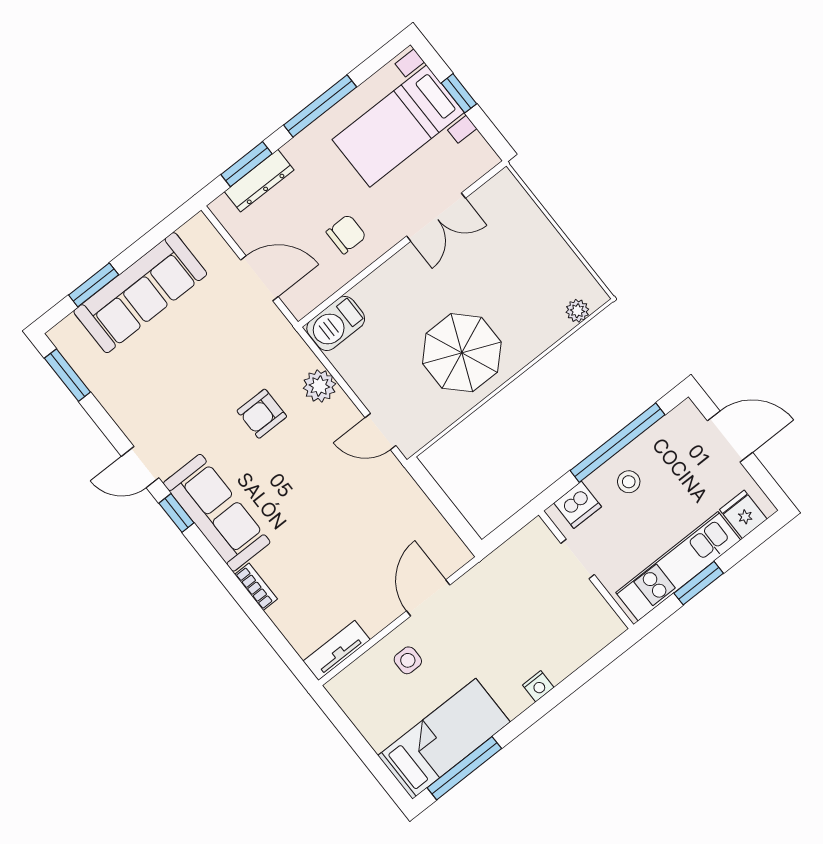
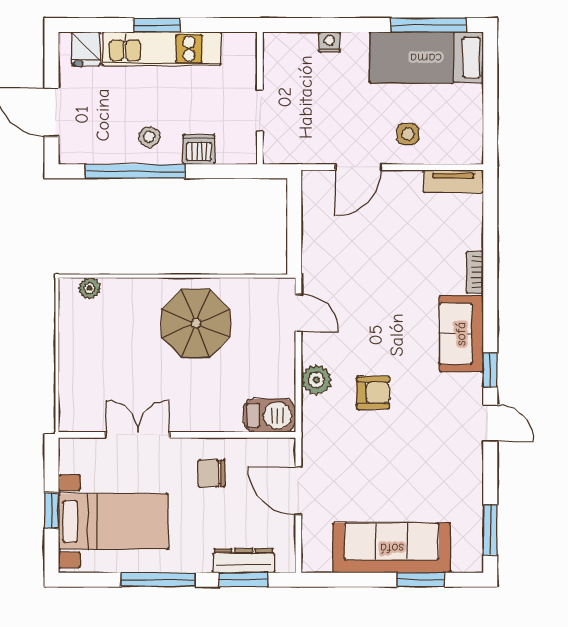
sofa: (217, 513) -> (461, 334), width x0.73
doorway: (578, 559) -> (260, 111), moved
wall: (586, 570) -> (260, 98), moved

